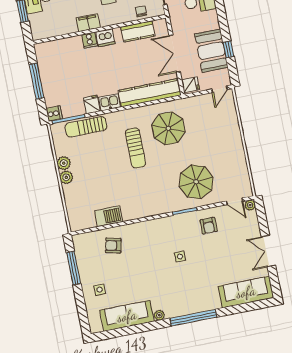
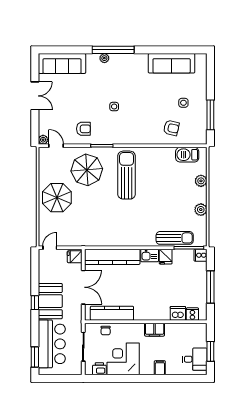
kitchen counter: (138, 31) -> (112, 313), width x1.50
dishwasher: (105, 38) -> (178, 313), moved
cooker: (89, 40) -> (192, 314), moved
window: (228, 49) -> (35, 303), moved
booth: (211, 51) -> (50, 301), moved
parasol: (168, 128) -> (57, 198), moved
sun lounger: (135, 148) -> (127, 175), moved, width x1.36, depth x1.34
plant: (66, 177) -> (201, 181), moved
barbecue: (109, 216) -> (187, 155), moved
armchair: (209, 226) -> (83, 129), turned 90
side table: (100, 290) -> (183, 103), moved
plant: (159, 315) -> (104, 58), moved

